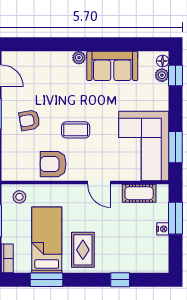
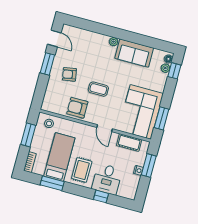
desk: (122, 253) -> (107, 179), added

